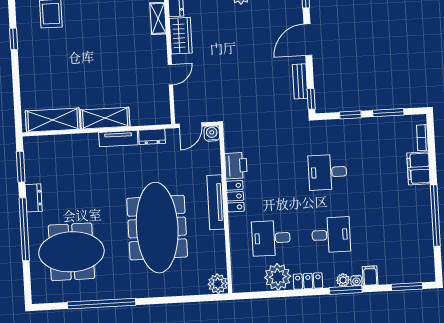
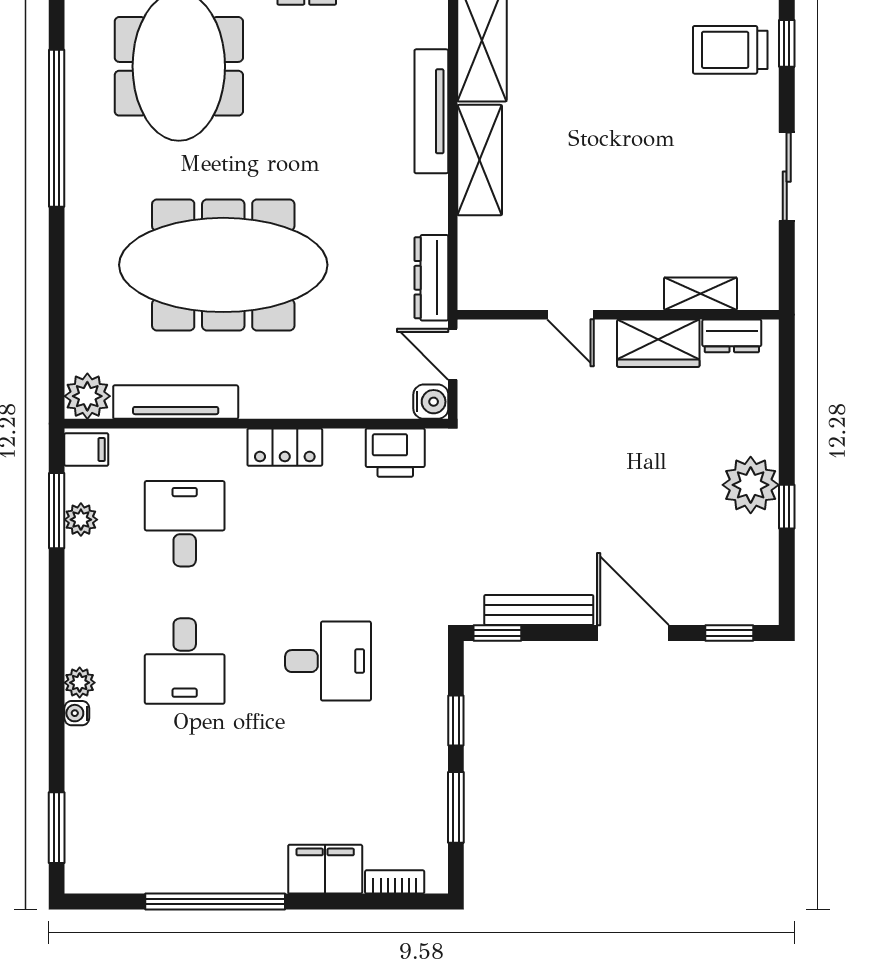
bench: (300, 81) -> (539, 610), width x1.36
dresser: (152, 137) -> (431, 278), width x1.44
tv unit: (118, 139) -> (431, 111), moved, width x1.41
printer: (236, 166) -> (395, 453), moved
desk: (328, 172) -> (328, 661), turned 90
tv unit: (216, 202) -> (176, 402), moved
filing cabinet: (370, 276) -> (86, 450), moved
plant: (278, 277) -> (81, 520), width x0.53, depth x0.53
locker: (308, 281) -> (82, 602), removed
window: (346, 290) -> (57, 511), moved

